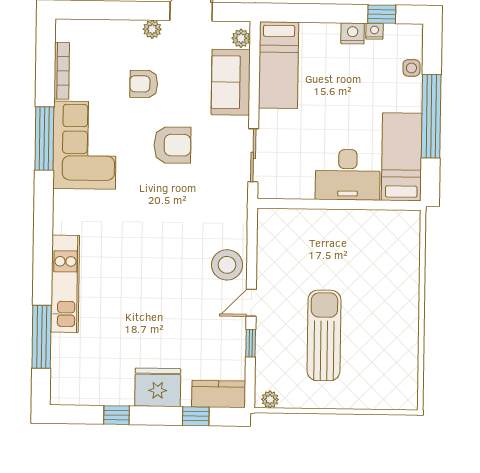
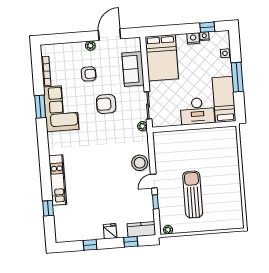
plant: (241, 38) -> (142, 126), moved
bed: (279, 65) -> (162, 58), width x1.50
armchair: (144, 84) -> (89, 74), turned 180
window: (431, 116) -> (237, 77), width x0.68
window: (44, 138) -> (40, 107), width x0.69
armchair: (172, 145) -> (106, 104), turned 180
window: (42, 337) -> (48, 208), width x0.46
fridge: (158, 387) -> (110, 231), width x0.53, depth x0.75

